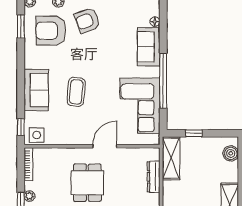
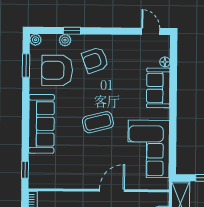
window: (163, 81) -> (173, 123), removed
sofa: (36, 90) -> (41, 124), width x1.36
coffee table: (76, 92) -> (98, 122), moved, turned 71
side table: (37, 135) -> (41, 178), removed

